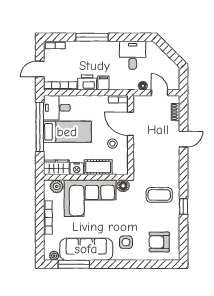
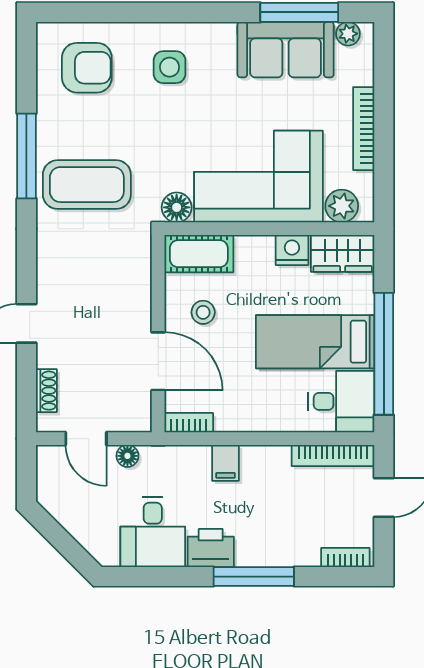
printer: (87, 83) -> (211, 548), moved, turned 180
cot: (98, 167) -> (199, 254), moved
coffee table: (159, 195) -> (87, 185), width x1.36, depth x1.32
window: (183, 206) -> (26, 156), width x2.17
sofa: (86, 249) -> (286, 50), width x0.73

